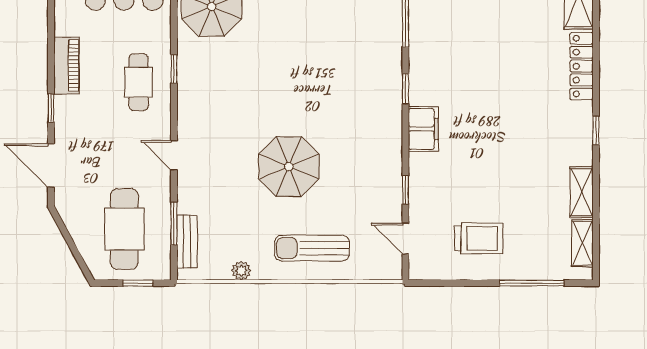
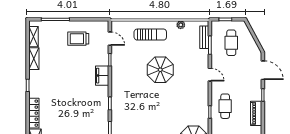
filing cabinet: (423, 129) -> (102, 76), moved
cafe table: (124, 229) -> (231, 43), width x0.73, depth x0.74

